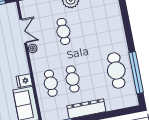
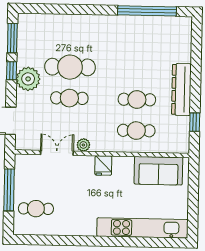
cafe table: (116, 71) -> (70, 67), moved
fridge: (24, 81) -> (103, 165), moved

